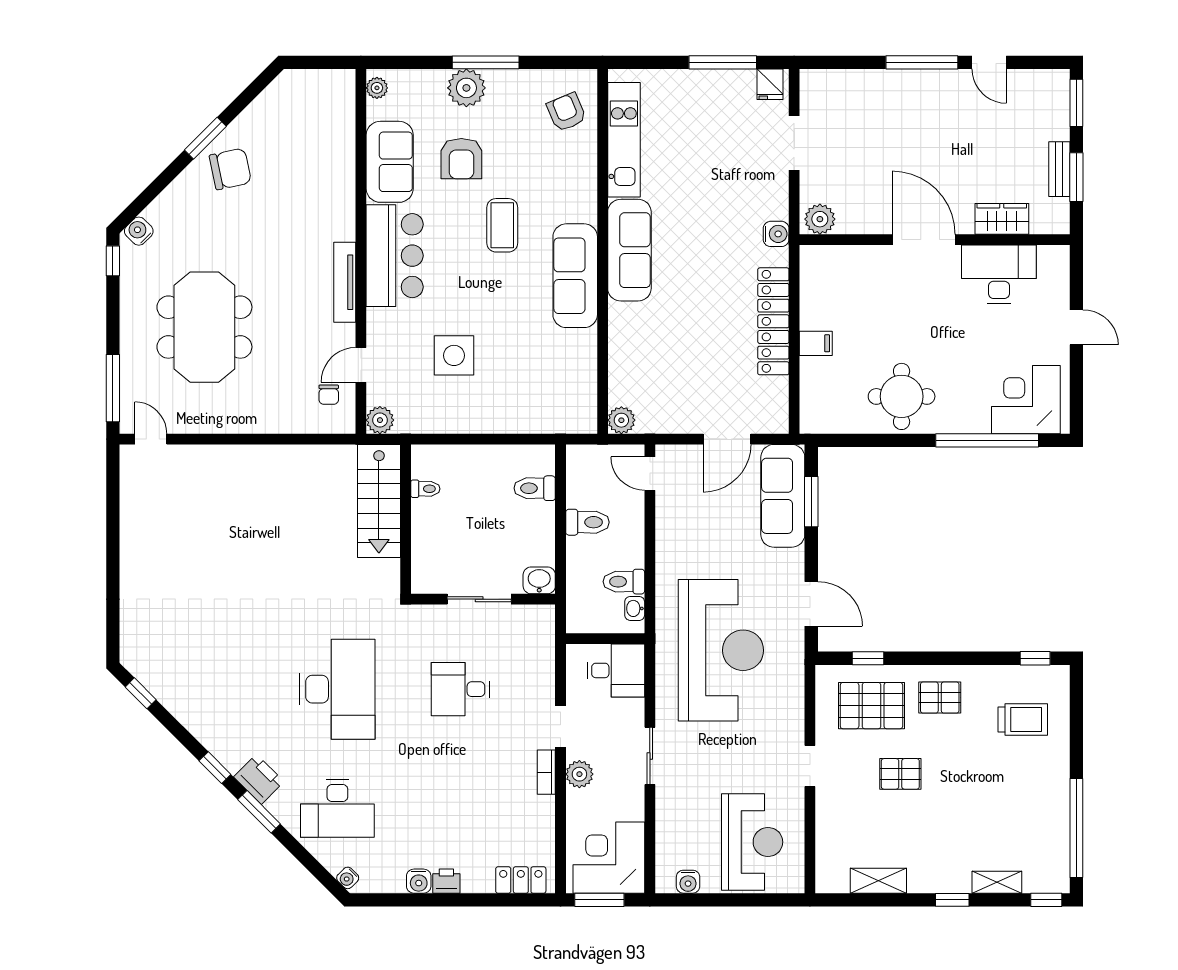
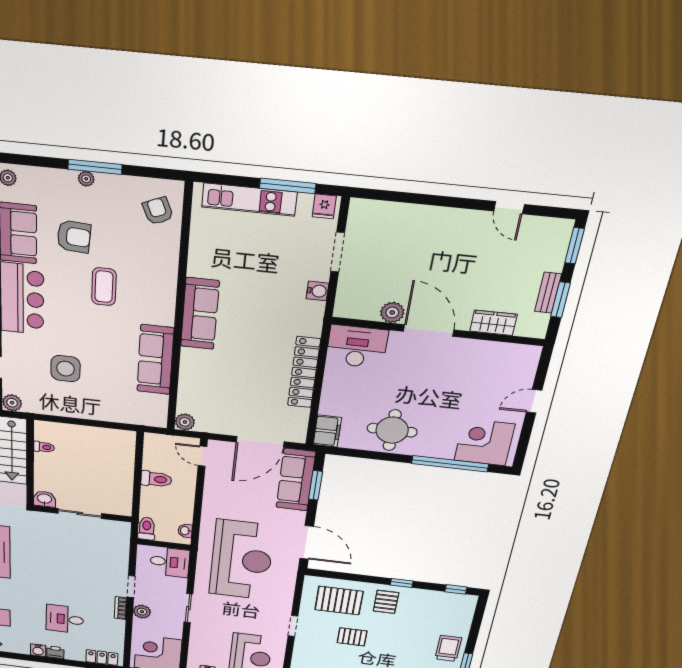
window: (922, 62) -> (453, 202), removed
plant: (466, 88) -> (86, 179), width x0.53, depth x0.53
kitchen unit: (624, 140) -> (249, 200), moved, turned 90
armchair: (461, 159) -> (74, 237), turned -86
plant: (820, 219) -> (392, 312), moved
water cooler: (776, 234) -> (317, 291), moved
desk: (999, 274) -> (357, 347), moved
sofa: (575, 276) -> (155, 360), moved
door: (1076, 327) -> (534, 401), swing flipped
filing cabinet: (816, 343) -> (327, 431), moved, width x2.00
door: (727, 439) -> (260, 442), width x1.36
toilet: (535, 488) -> (120, 455), removed
washbasin: (539, 580) -> (45, 499), moved
toilet: (624, 582) -> (147, 529), moved, turned 90
door: (811, 604) -> (307, 542), width x1.36
window: (868, 658) -> (402, 583), moved
desk: (460, 689) -> (65, 619), moved
pallet: (940, 698) -> (386, 602), turned 90
trolley: (1023, 719) -> (448, 648), moved, turned -90

